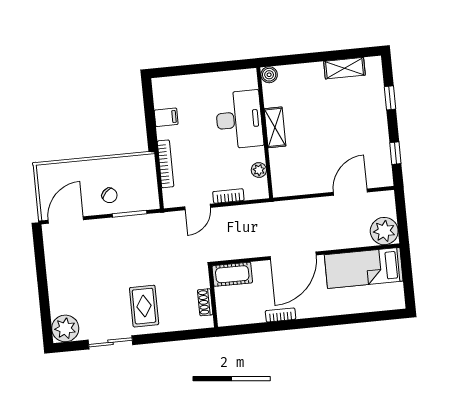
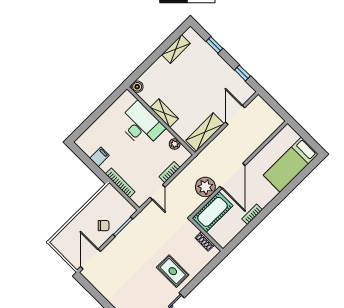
shelving: (302, 184) -> (205, 132), added
plant: (384, 231) -> (205, 187), moved
bed: (364, 268) -> (291, 165), moved
cot: (232, 274) -> (212, 212), width x1.37, depth x1.34

